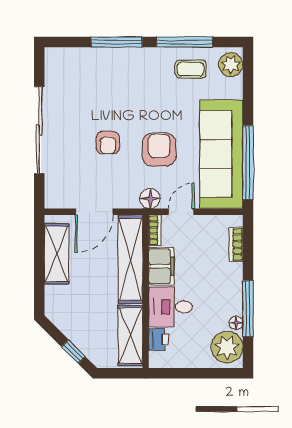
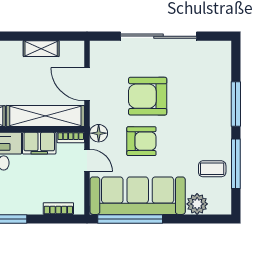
plant: (231, 65) -> (197, 204), moved
coffee table: (191, 69) -> (212, 169), turned 90
armchair: (108, 143) -> (148, 96), width x1.88, depth x1.88
shelving: (57, 254) -> (41, 49), width x0.67, depth x0.75

